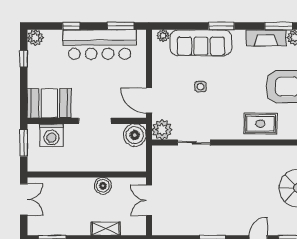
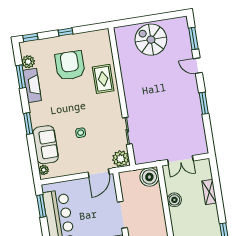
sofa: (201, 43) -> (46, 145), width x0.73
boiler: (135, 135) -> (149, 177), moved

